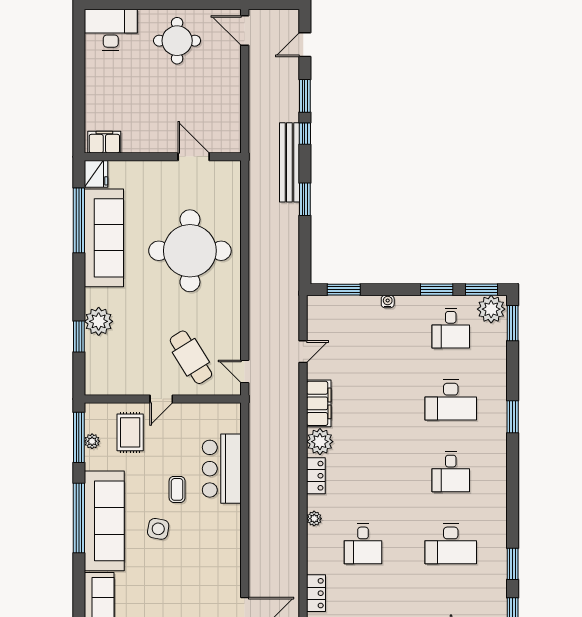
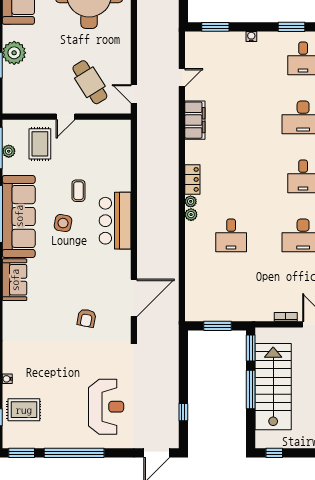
plant: (320, 442) -> (191, 201), moved, width x0.53, depth x0.53
bar counter: (222, 469) -> (115, 221), moved
locker: (316, 593) -> (192, 276), removed

